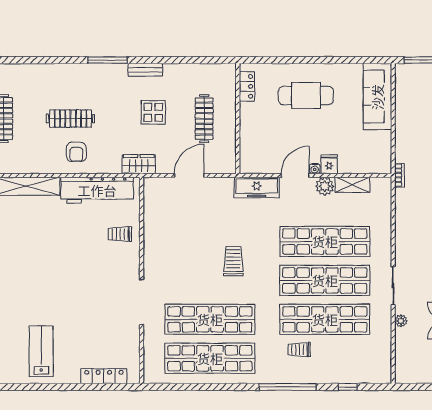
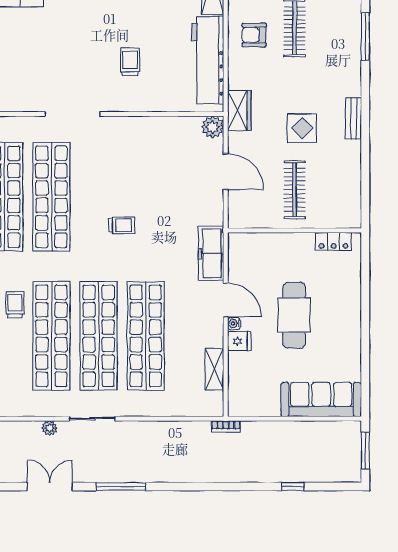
window: (108, 60) -> (365, 37), moved
cafe table: (306, 96) -> (294, 315), moved
clothes rail: (204, 119) -> (295, 190), turned 90
plant: (325, 186) -> (213, 127), moved
trolley: (120, 234) -> (130, 62), moved
trolley: (233, 261) -> (122, 225), width x0.73, depth x0.72

